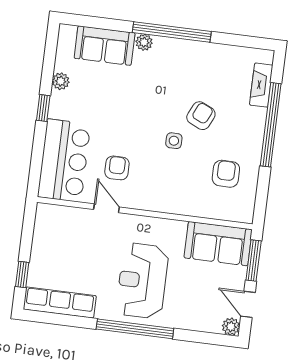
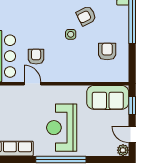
armchair: (201, 116) -> (86, 16), turned -142
window: (254, 261) -> (132, 105), width x0.67

